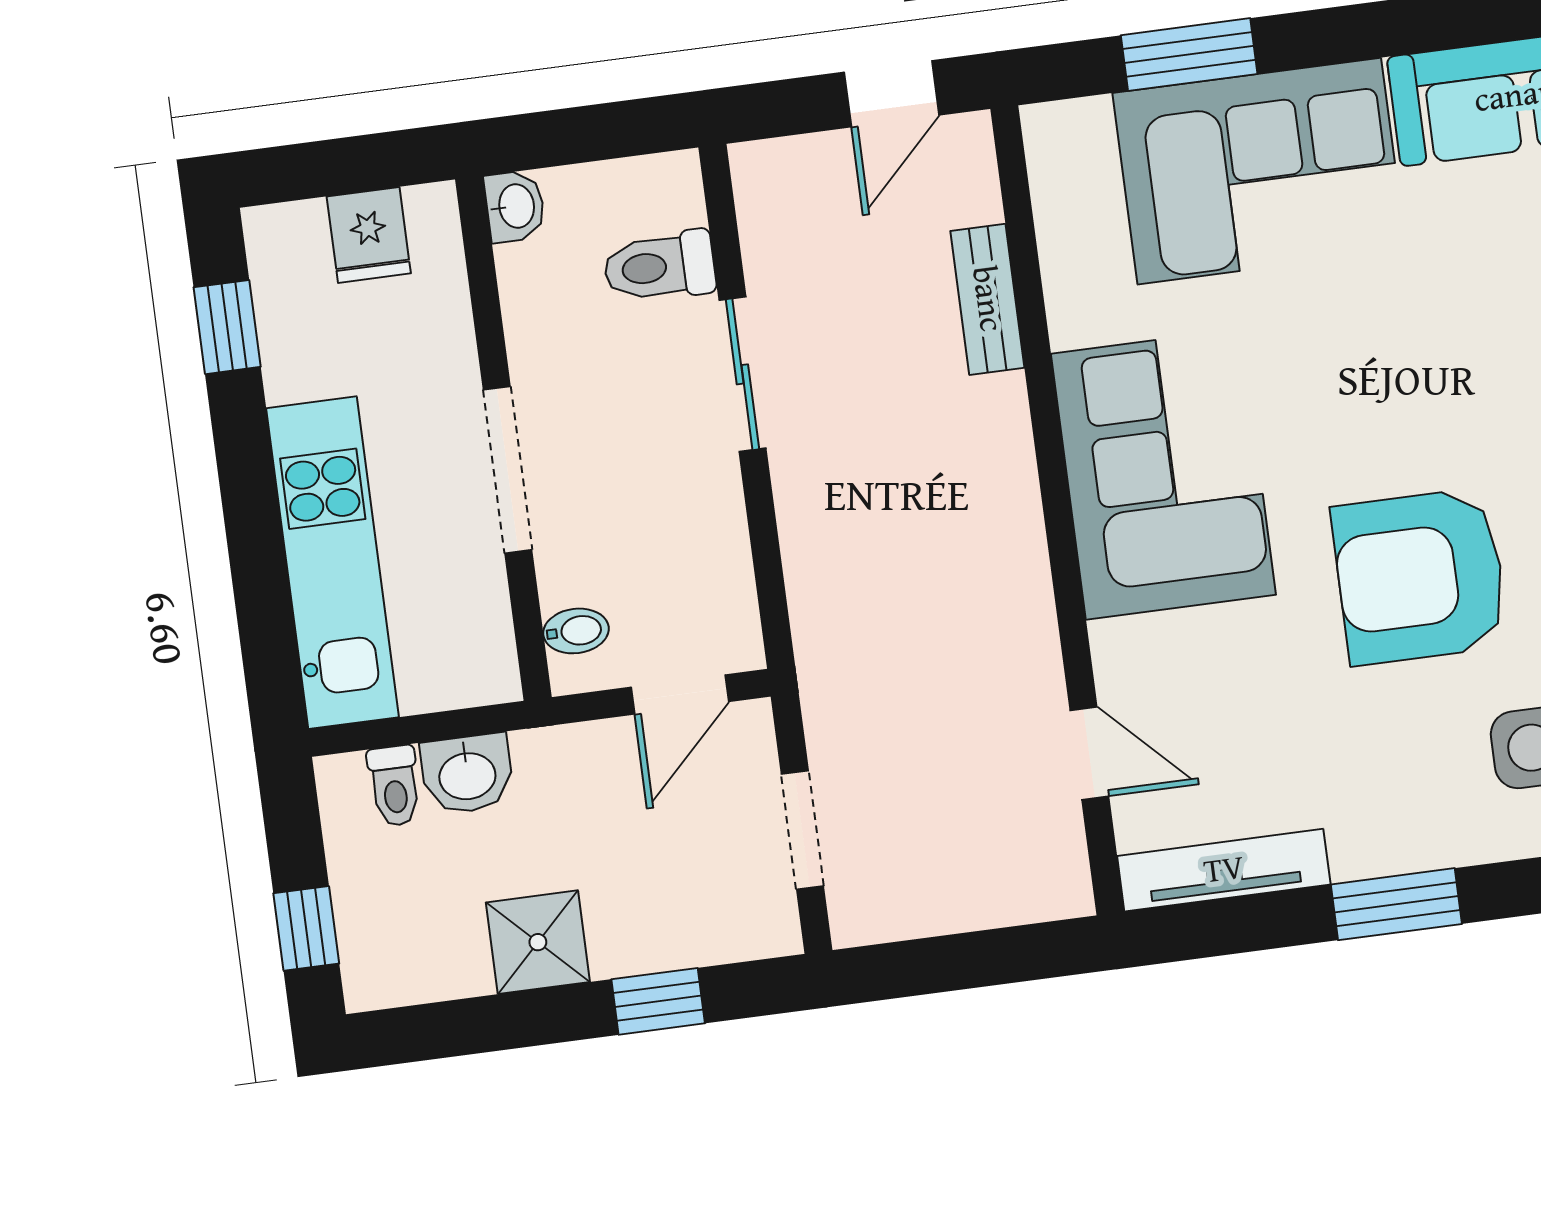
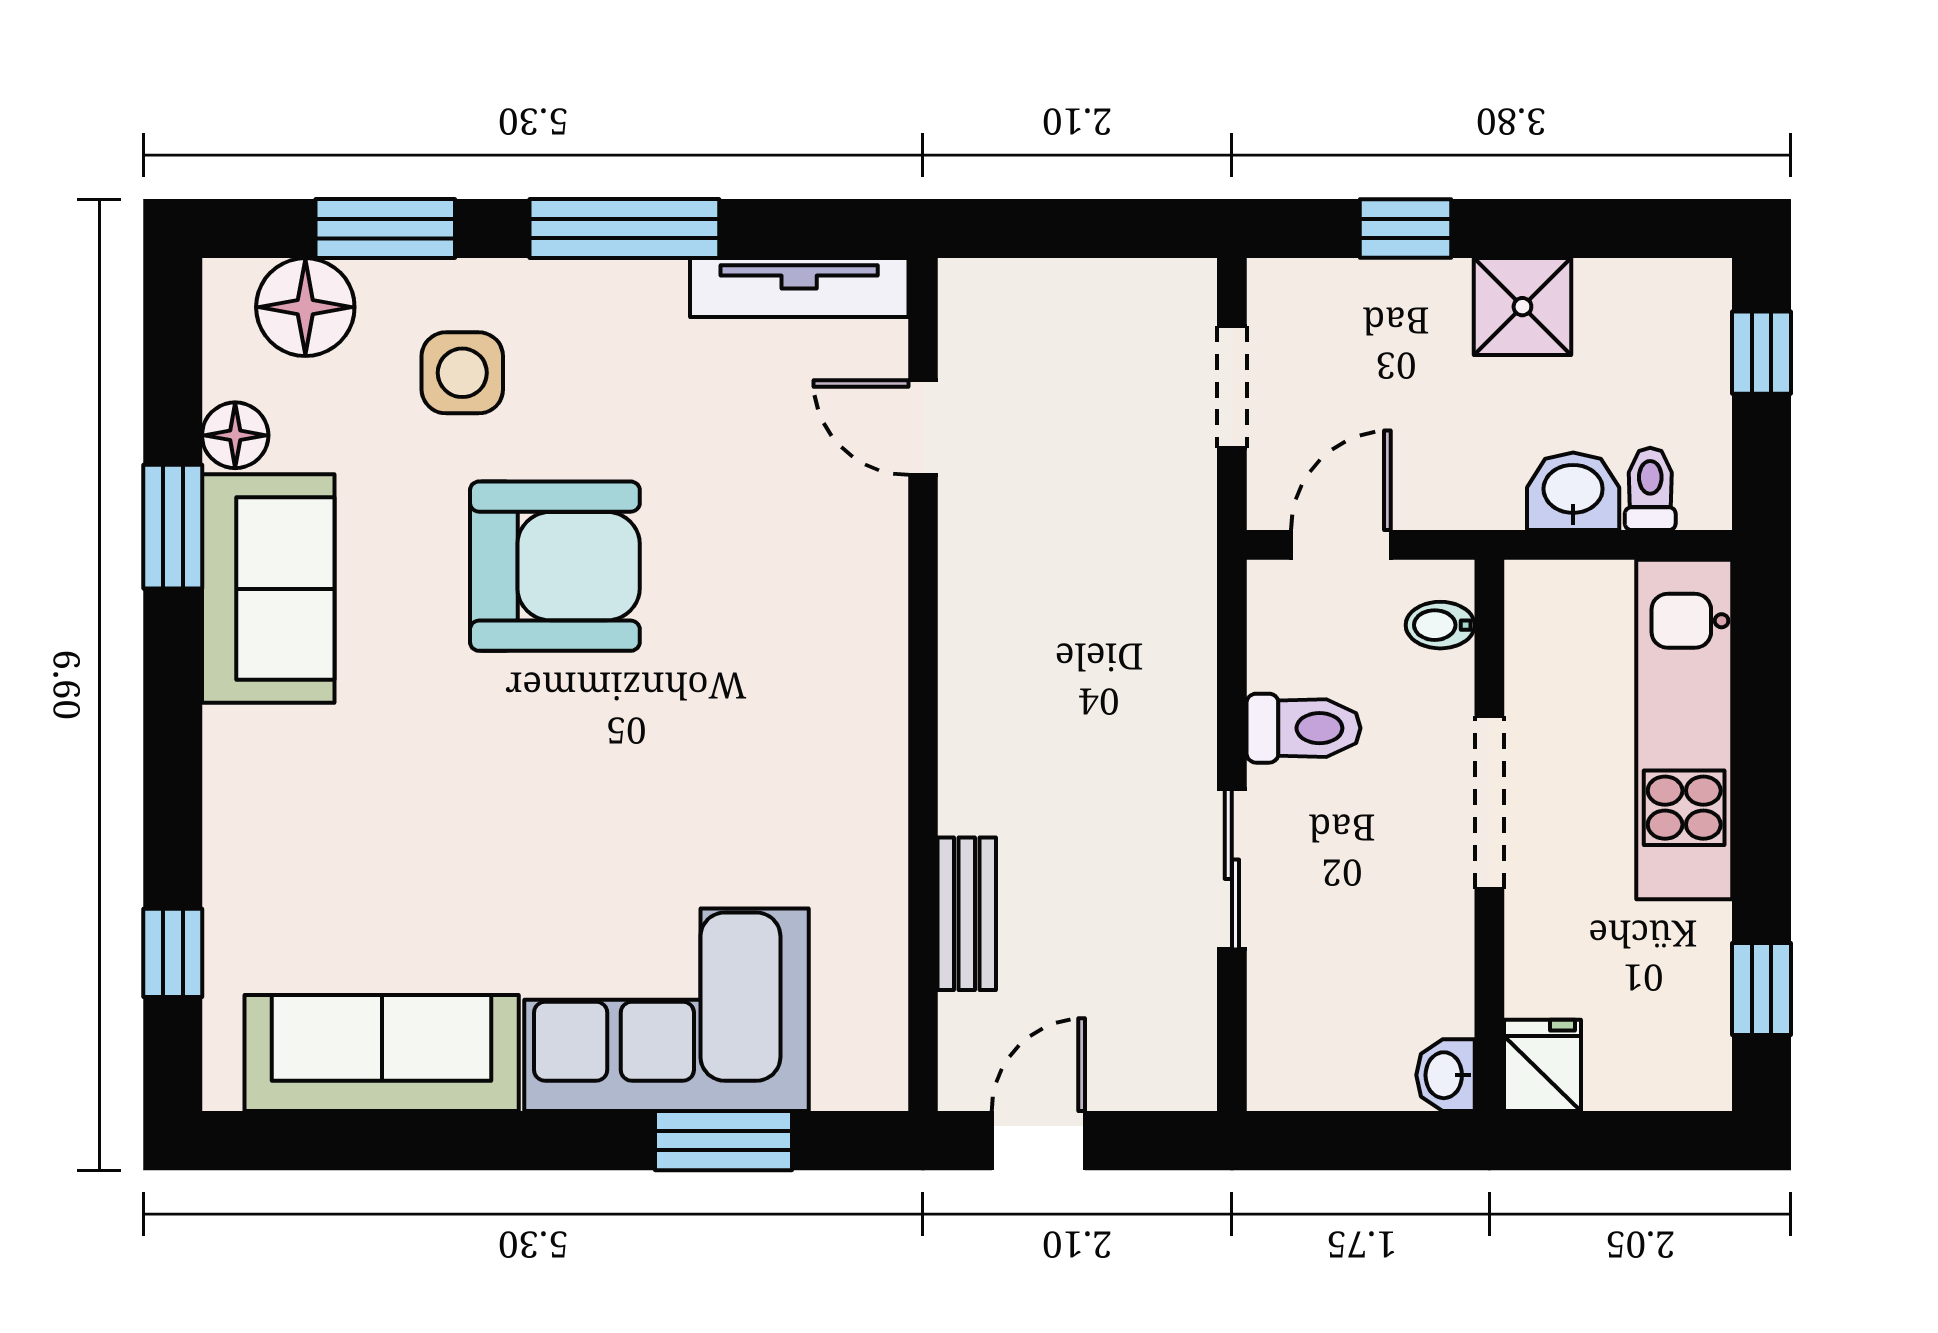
fridge: (369, 235) -> (1542, 1065), moved
toilet: (659, 267) -> (1304, 728), moved
corner sofa: (1163, 474) -> (808, 708), removed
window: (1396, 904) -> (624, 229), width x1.44

